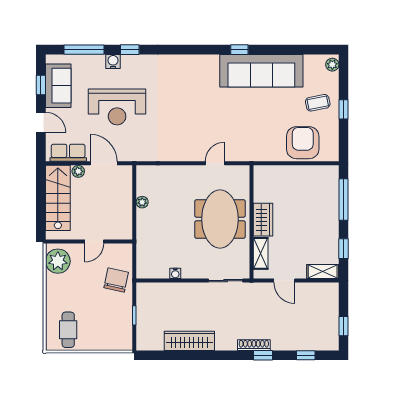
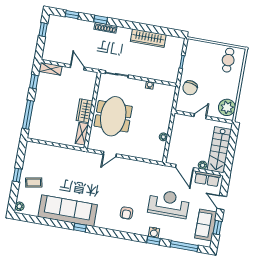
water cooler: (113, 61) -> (154, 233), moved
armchair: (303, 143) -> (127, 213), moved, width x0.53, depth x0.53
shelving: (261, 253) -> (82, 134), moved

